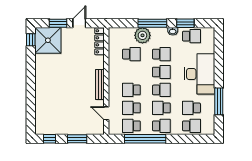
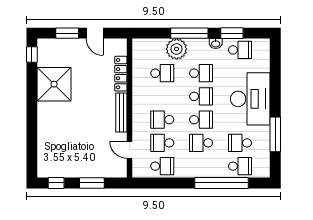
door: (79, 23) -> (95, 33), swing flipped
shower: (48, 40) -> (54, 84), moved
locker: (99, 41) -> (121, 74), moved
school desk: (131, 126) -> (162, 166), turned 180
school desk: (161, 126) -> (201, 166), removed
window: (145, 139) -> (221, 183), moved

